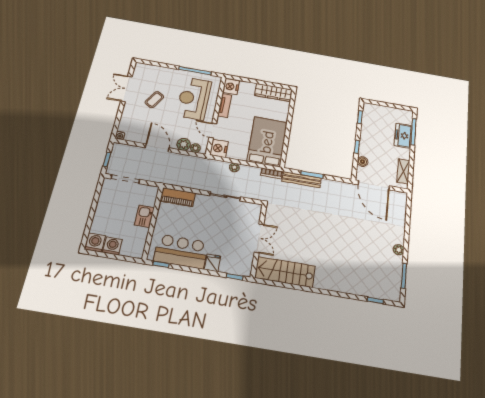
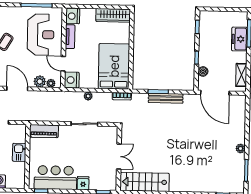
reception desk: (194, 99) -> (41, 35), turned 180
bench: (302, 180) -> (166, 98), moved

